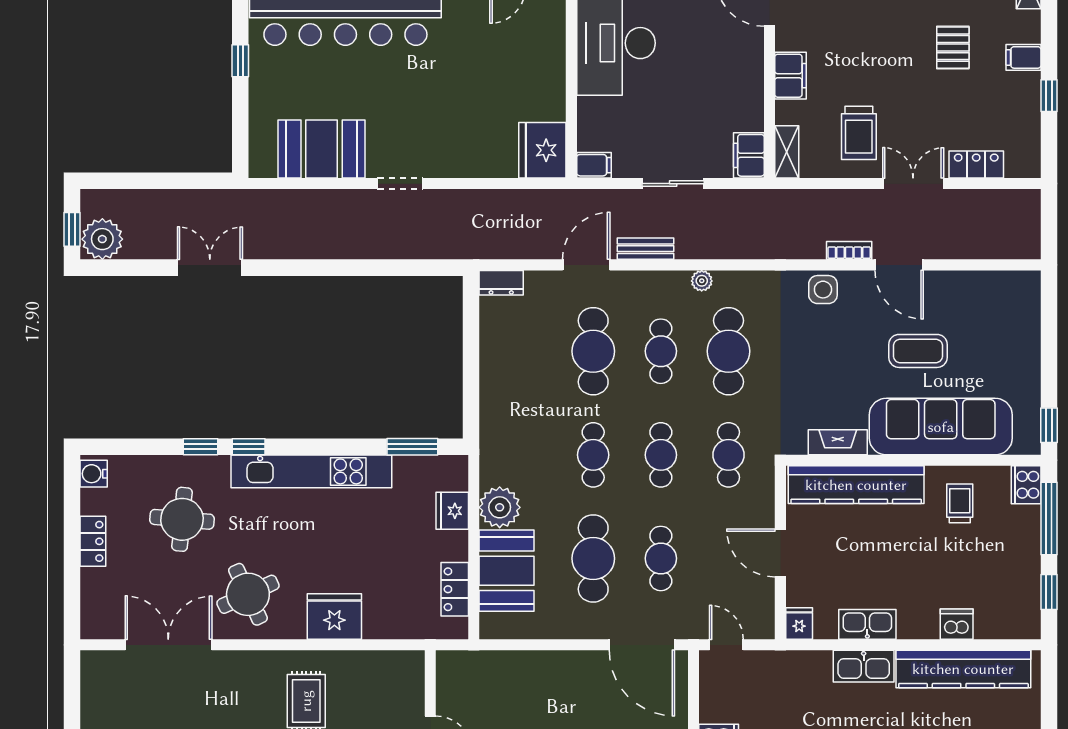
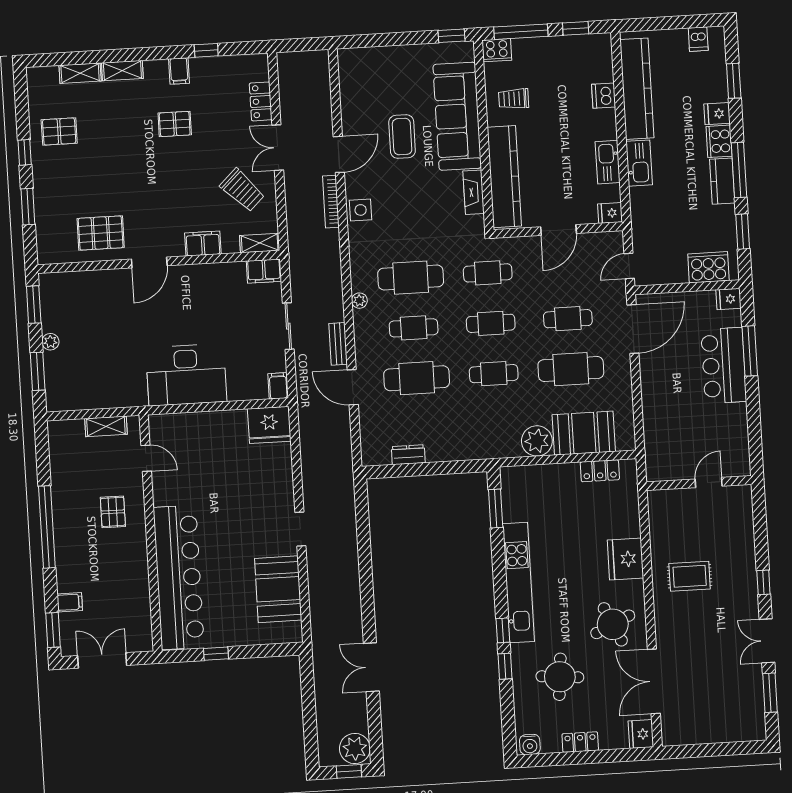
trolley: (859, 133) -> (242, 190), turned 46
bookcase: (849, 250) -> (331, 202), width x1.56
dresser: (501, 283) -> (408, 455), moved, turned -90
fridge: (452, 511) -> (641, 734), moved, turned 90

